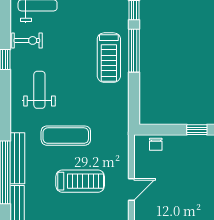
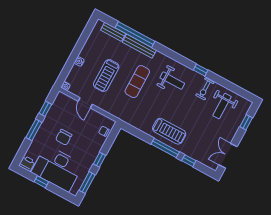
treadmill: (109, 58) -> (169, 131), turned 180
chair: (193, 193) -> (64, 137), added

